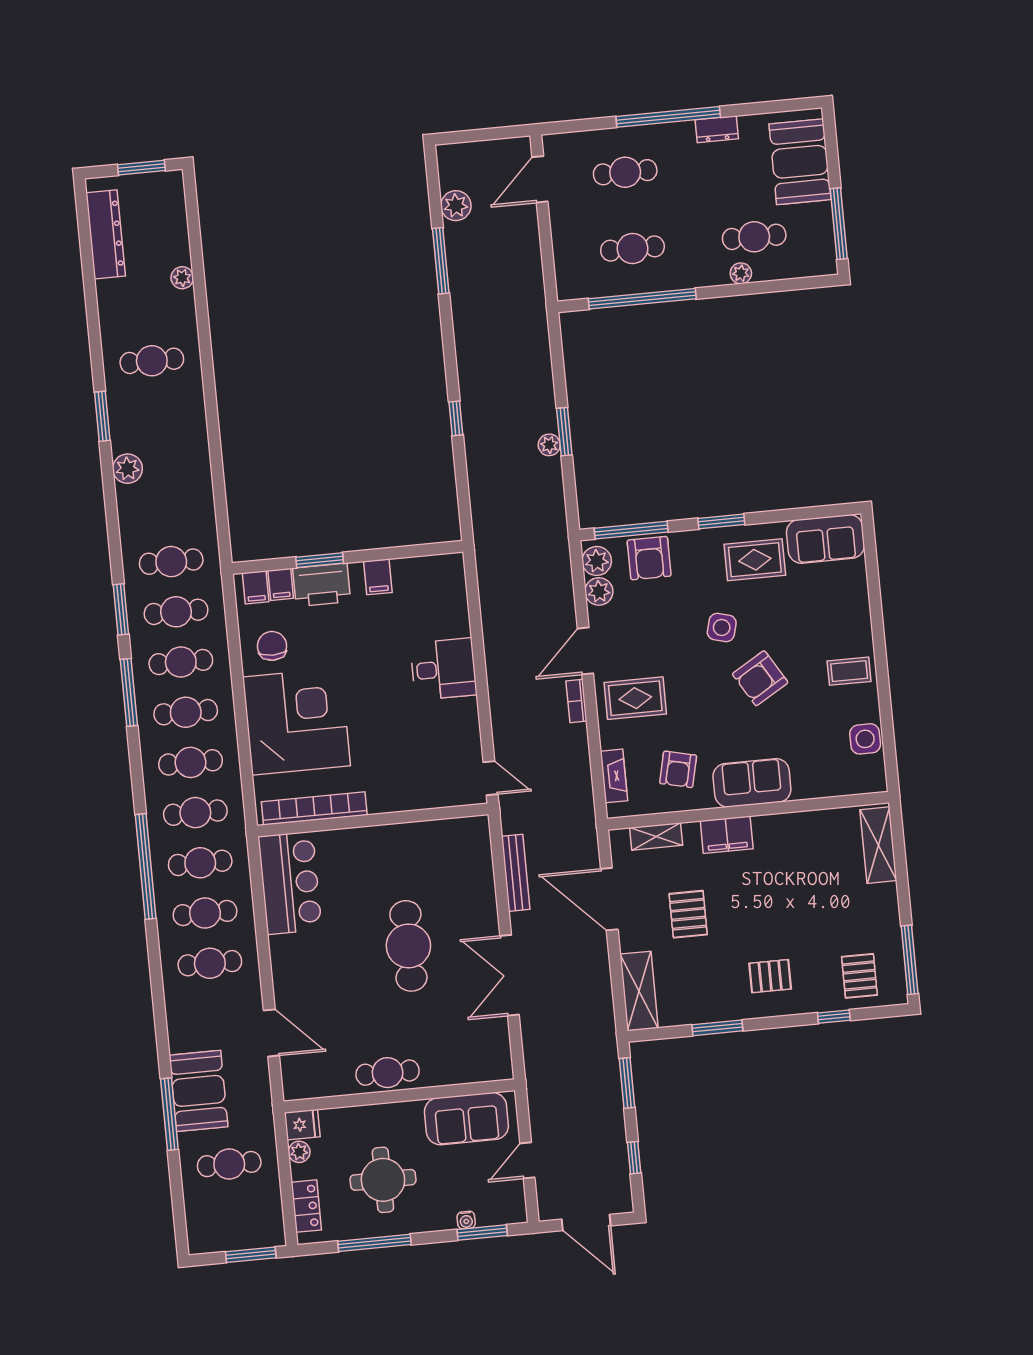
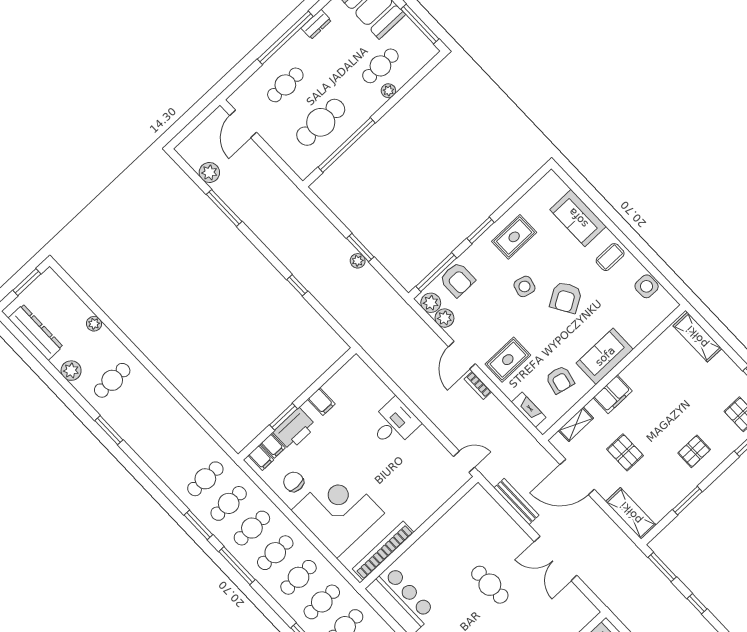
cafe table: (632, 249) -> (321, 122), width x1.37, depth x1.35
plant: (128, 469) -> (71, 371), moved
sofa: (825, 539) -> (578, 218), moved, turned 90
cafe table: (408, 946) -> (490, 585), width x0.73, depth x0.74

